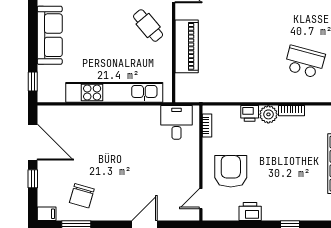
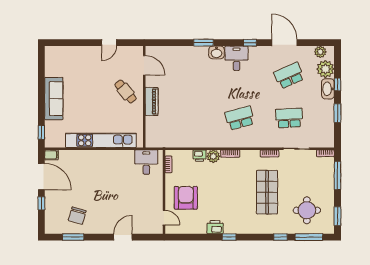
piano: (187, 46) -> (152, 101), width x0.73, depth x0.75
school desk: (305, 62) -> (240, 118), turned -30
door: (201, 199) -> (164, 218), swing flipped
printer: (250, 212) -> (215, 227), moved
filing cabinet: (47, 214) -> (51, 155), moved

